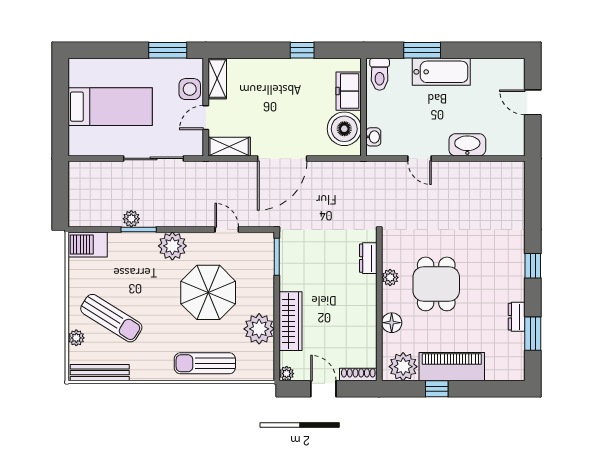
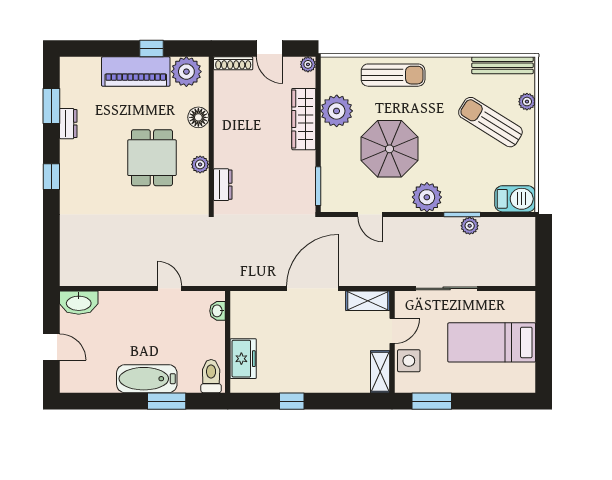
boiler: (344, 129) -> (248, 319), removed
washbasin: (467, 145) -> (79, 303), moved

